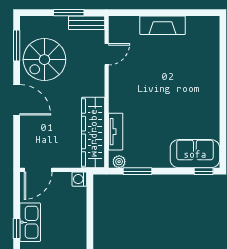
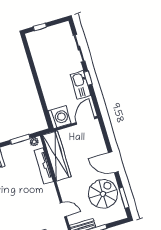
door: (107, 54) -> (63, 210), swing flipped
tv unit: (116, 132) -> (44, 166), width x1.41
washing machine: (79, 179) -> (60, 117), width x1.89, depth x1.89

